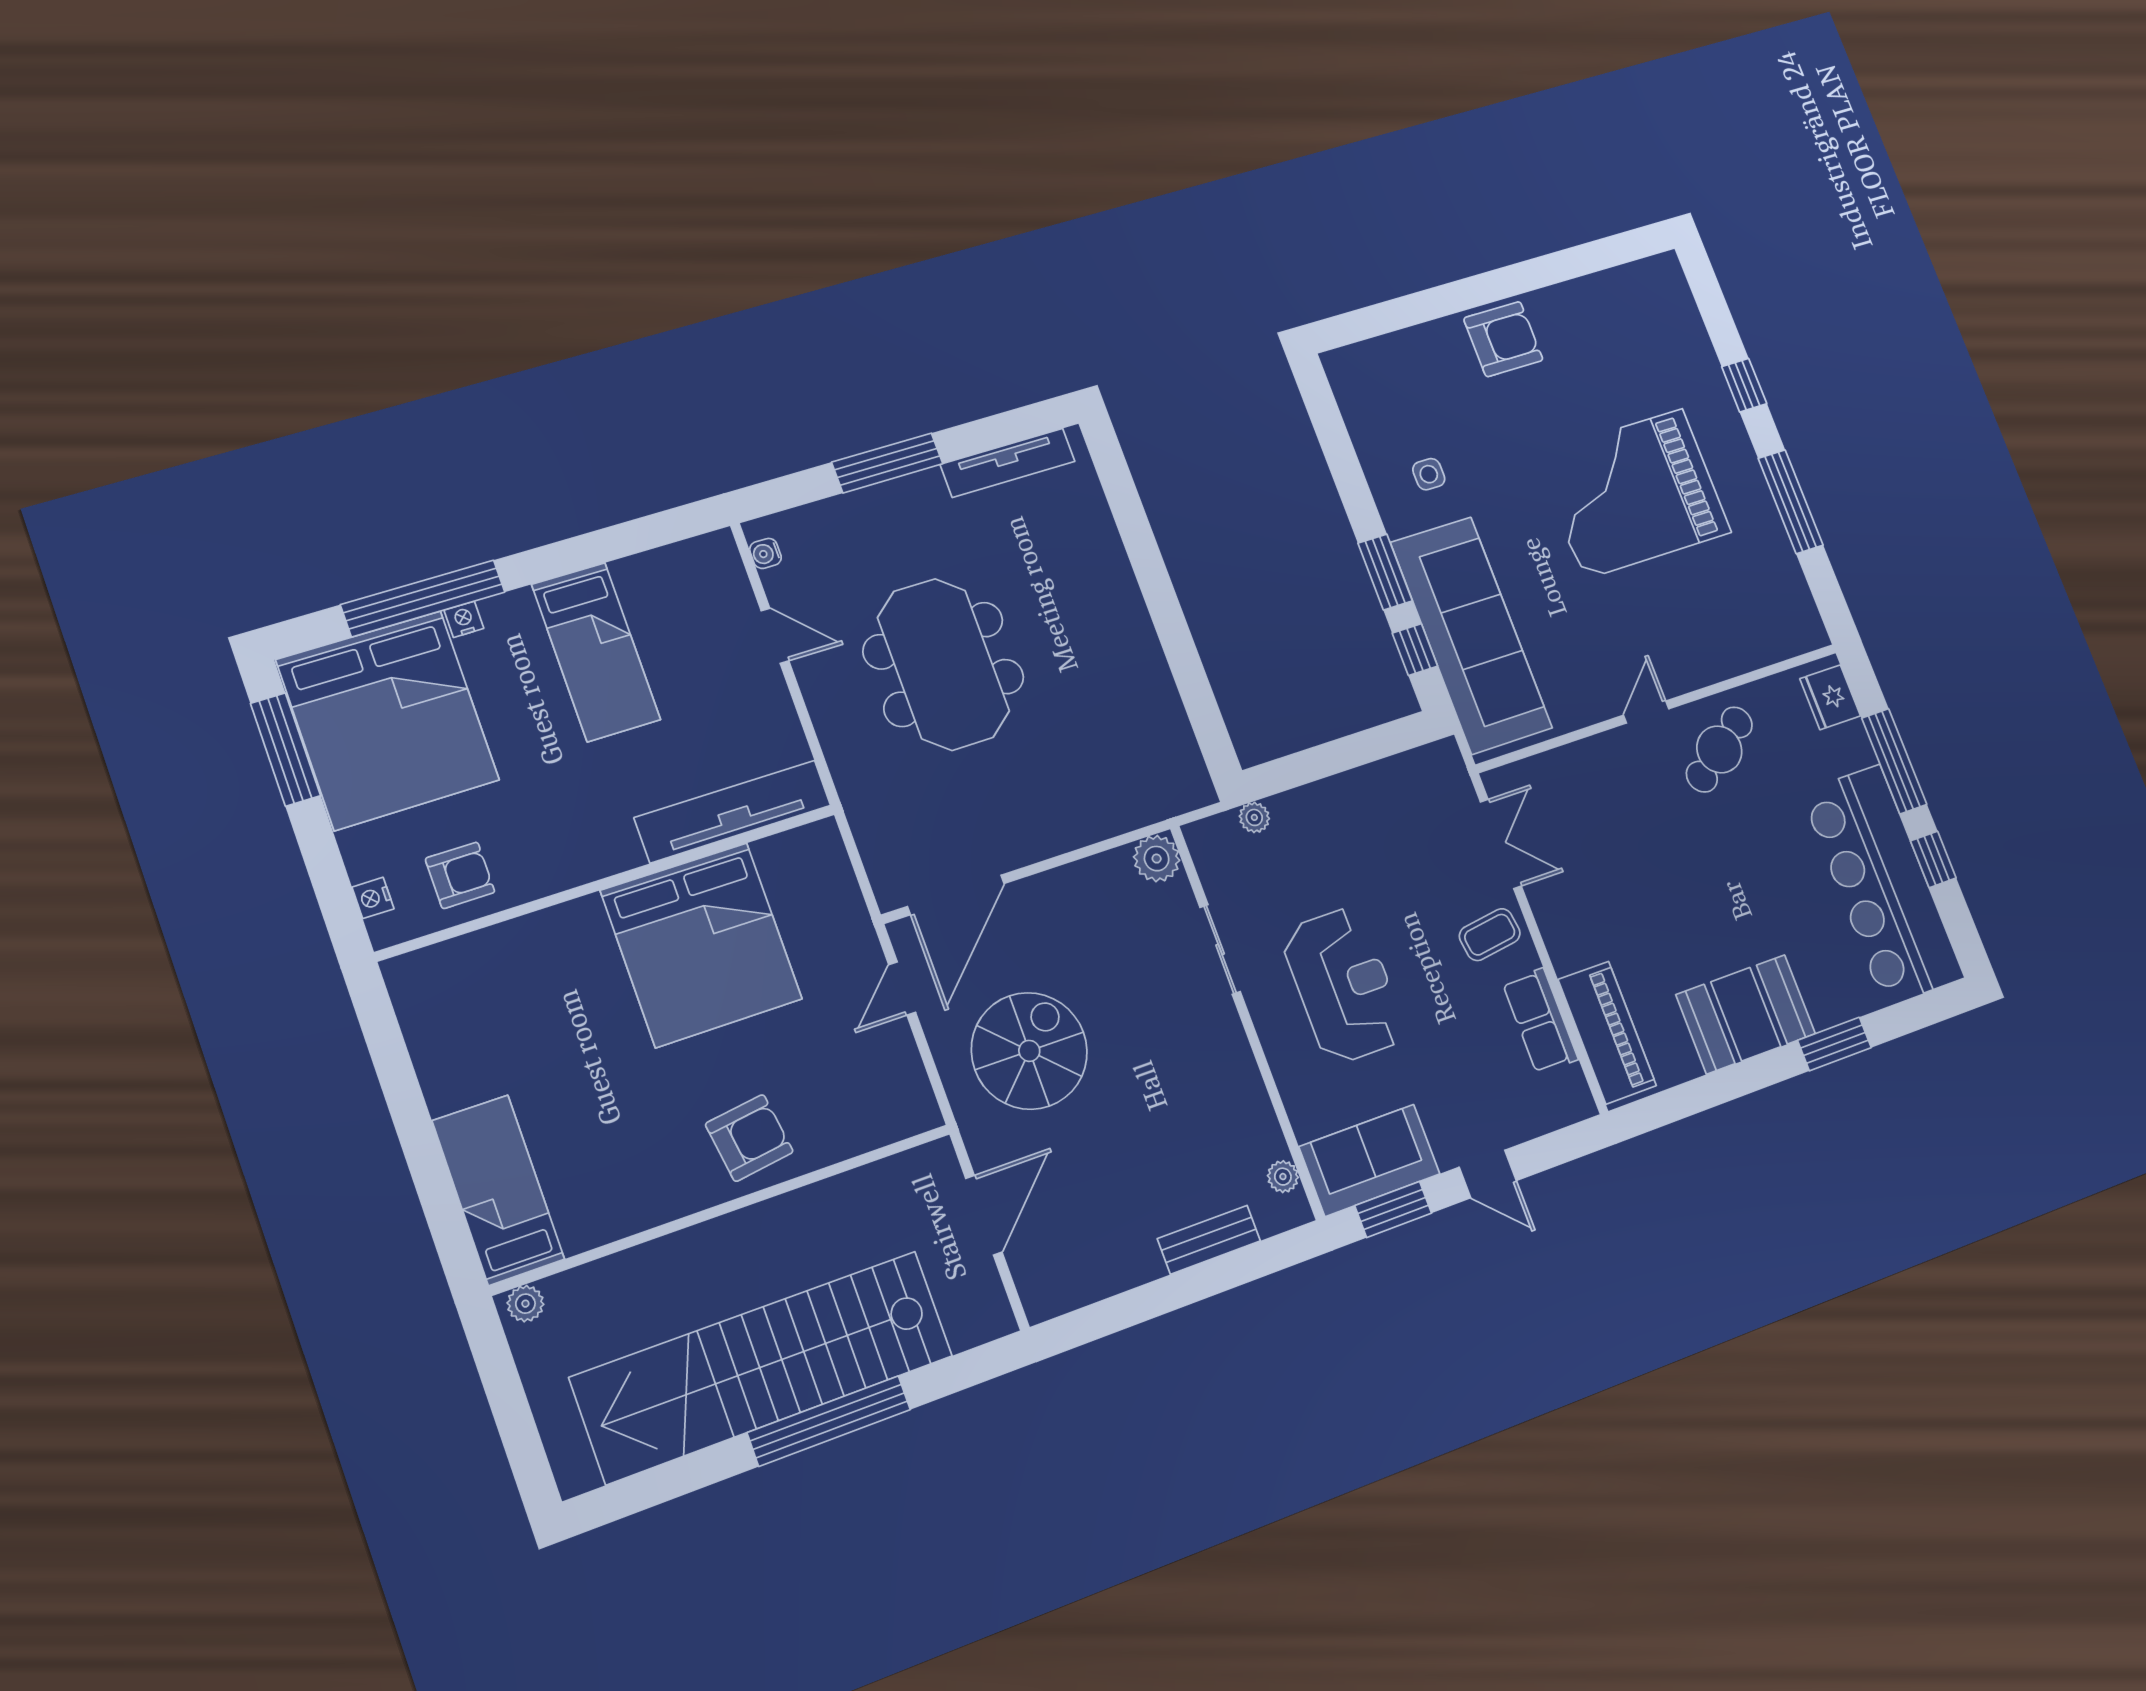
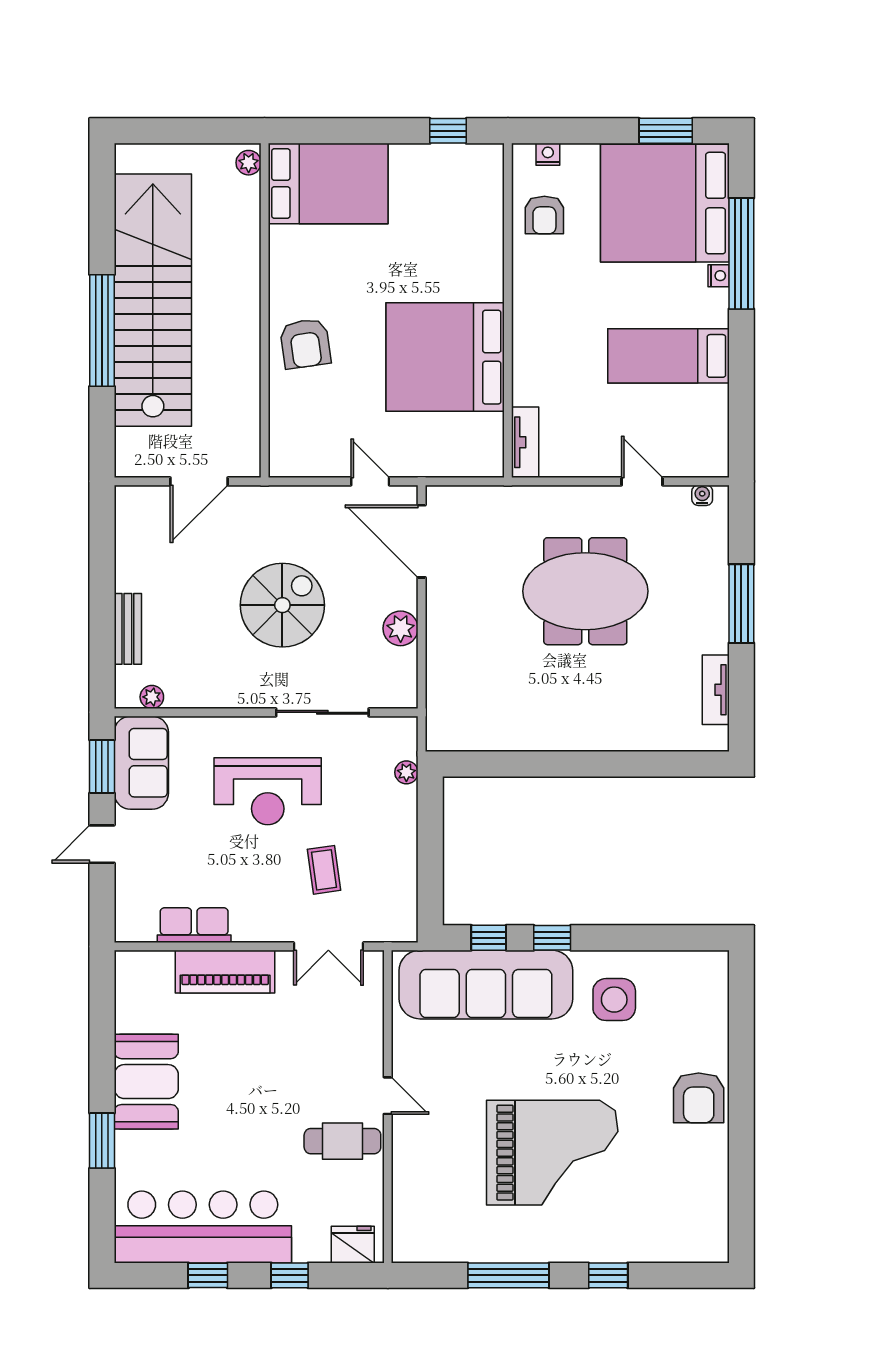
tv unit: (1008, 463) -> (716, 690), width x0.71
side table: (1429, 474) -> (614, 1000), width x1.87, depth x1.87
grand piano: (1633, 494) -> (552, 1153), turned 90
window: (1385, 572) -> (552, 938), width x0.67
door: (775, 636) -> (642, 481), swing flipped
cafe table: (1719, 749) -> (342, 1141), turned -55
window: (285, 750) -> (666, 131), width x0.69
window: (1894, 761) -> (290, 1275), width x0.46
tv unit: (733, 811) -> (525, 442), width x0.52, depth x0.78
plant: (1157, 859) -> (401, 628), moved
coffee table: (1490, 935) -> (324, 870), moved
sliding door: (1220, 949) -> (322, 712), width x1.37
piano: (1607, 1033) -> (225, 972), moved
window: (386, 1044) -> (448, 131), added
spiral stairs: (1029, 1051) -> (282, 605), moved, turned -90
bed: (498, 1190) -> (328, 184), width x1.50
door: (984, 1215) -> (199, 481), hinge flipped

